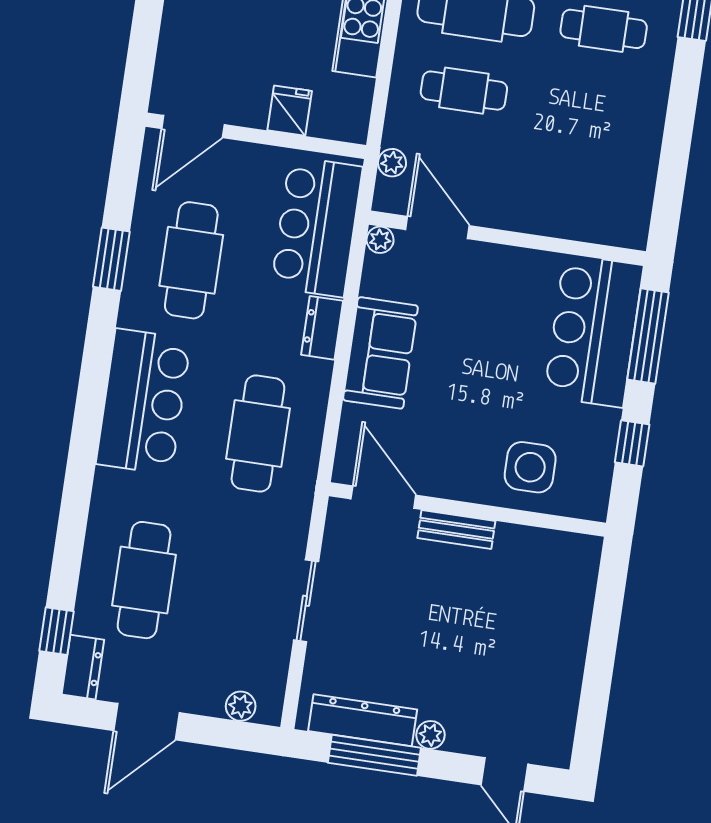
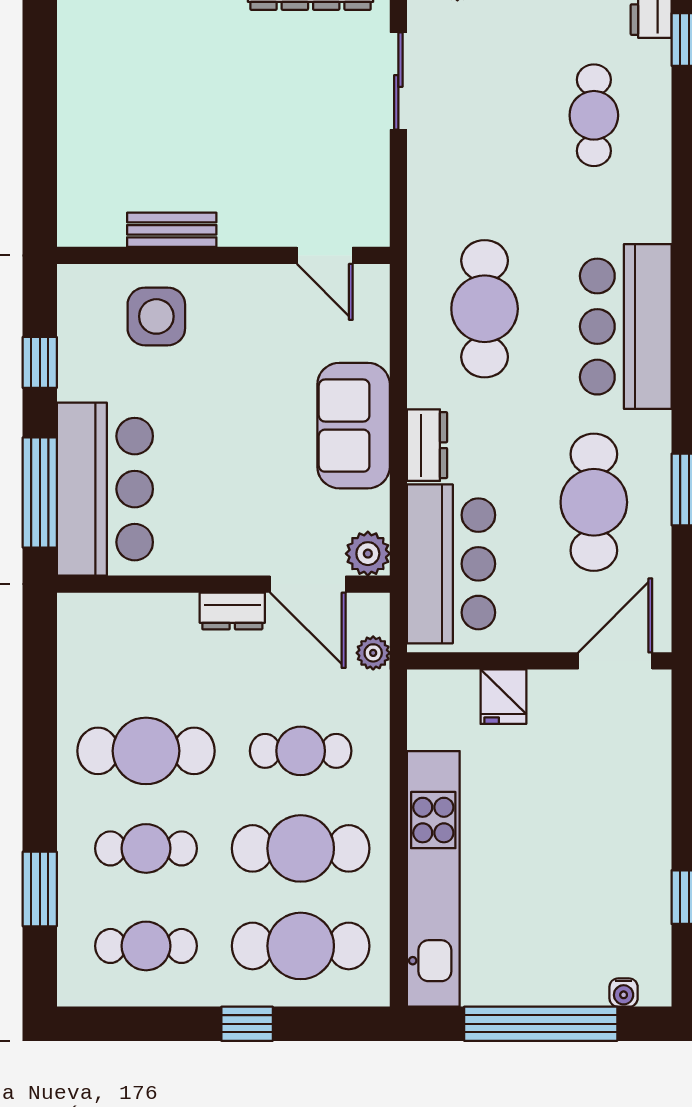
cafe table: (592, 109) -> (146, 751), added
dresser: (503, 215) -> (232, 611), added
plant: (380, 240) -> (368, 554), width x1.38, depth x1.38
door: (383, 497) -> (325, 255), width x0.73
bench: (456, 529) -> (172, 230), moved
cafe table: (144, 580) -> (594, 115), width x0.73, depth x0.74
sliding door: (306, 601) -> (398, 81), moved

